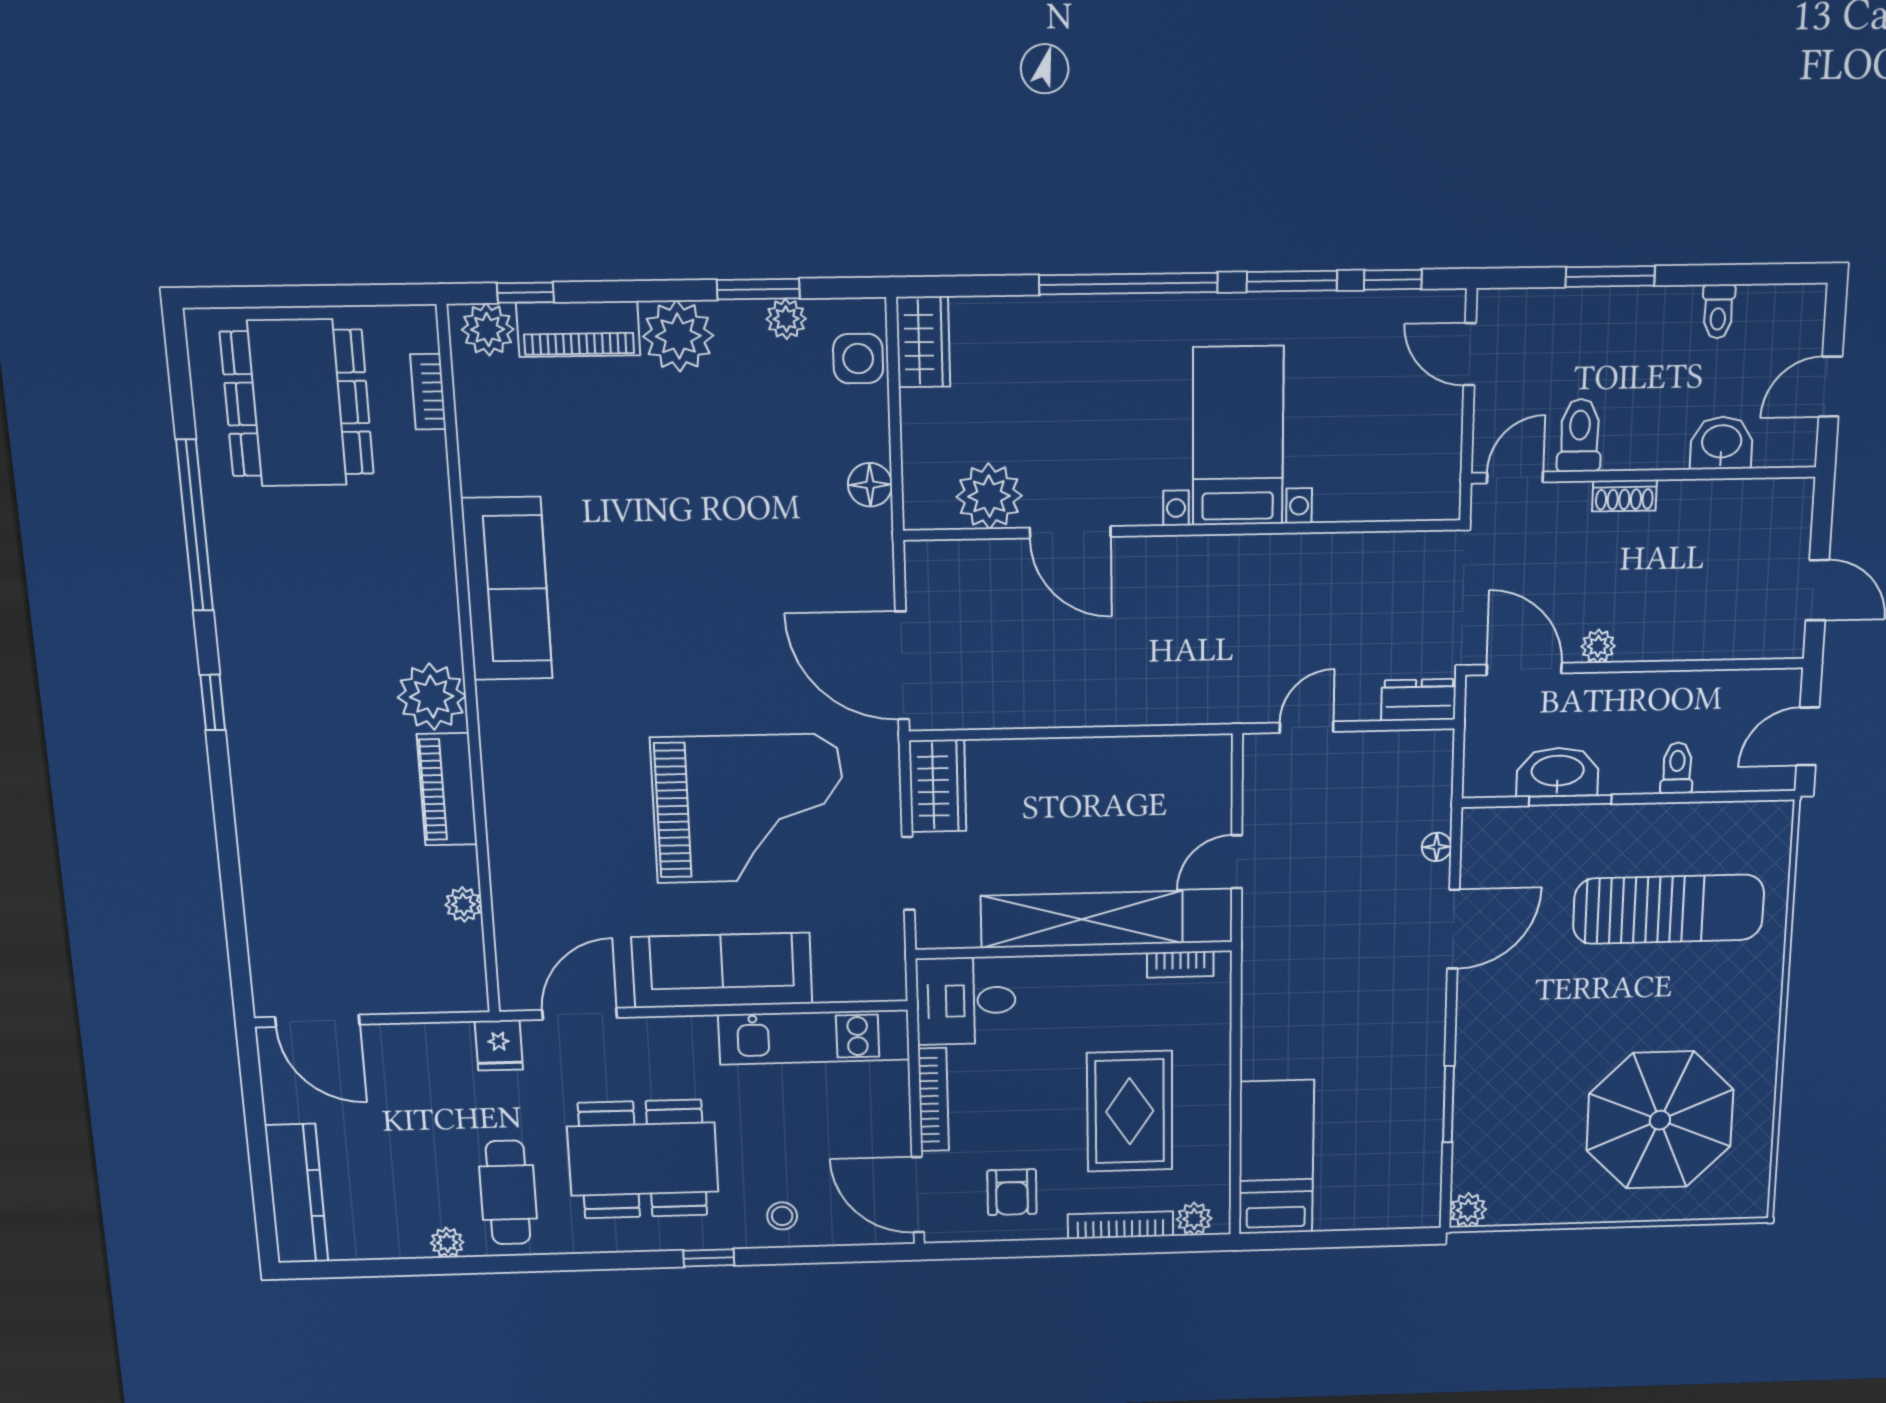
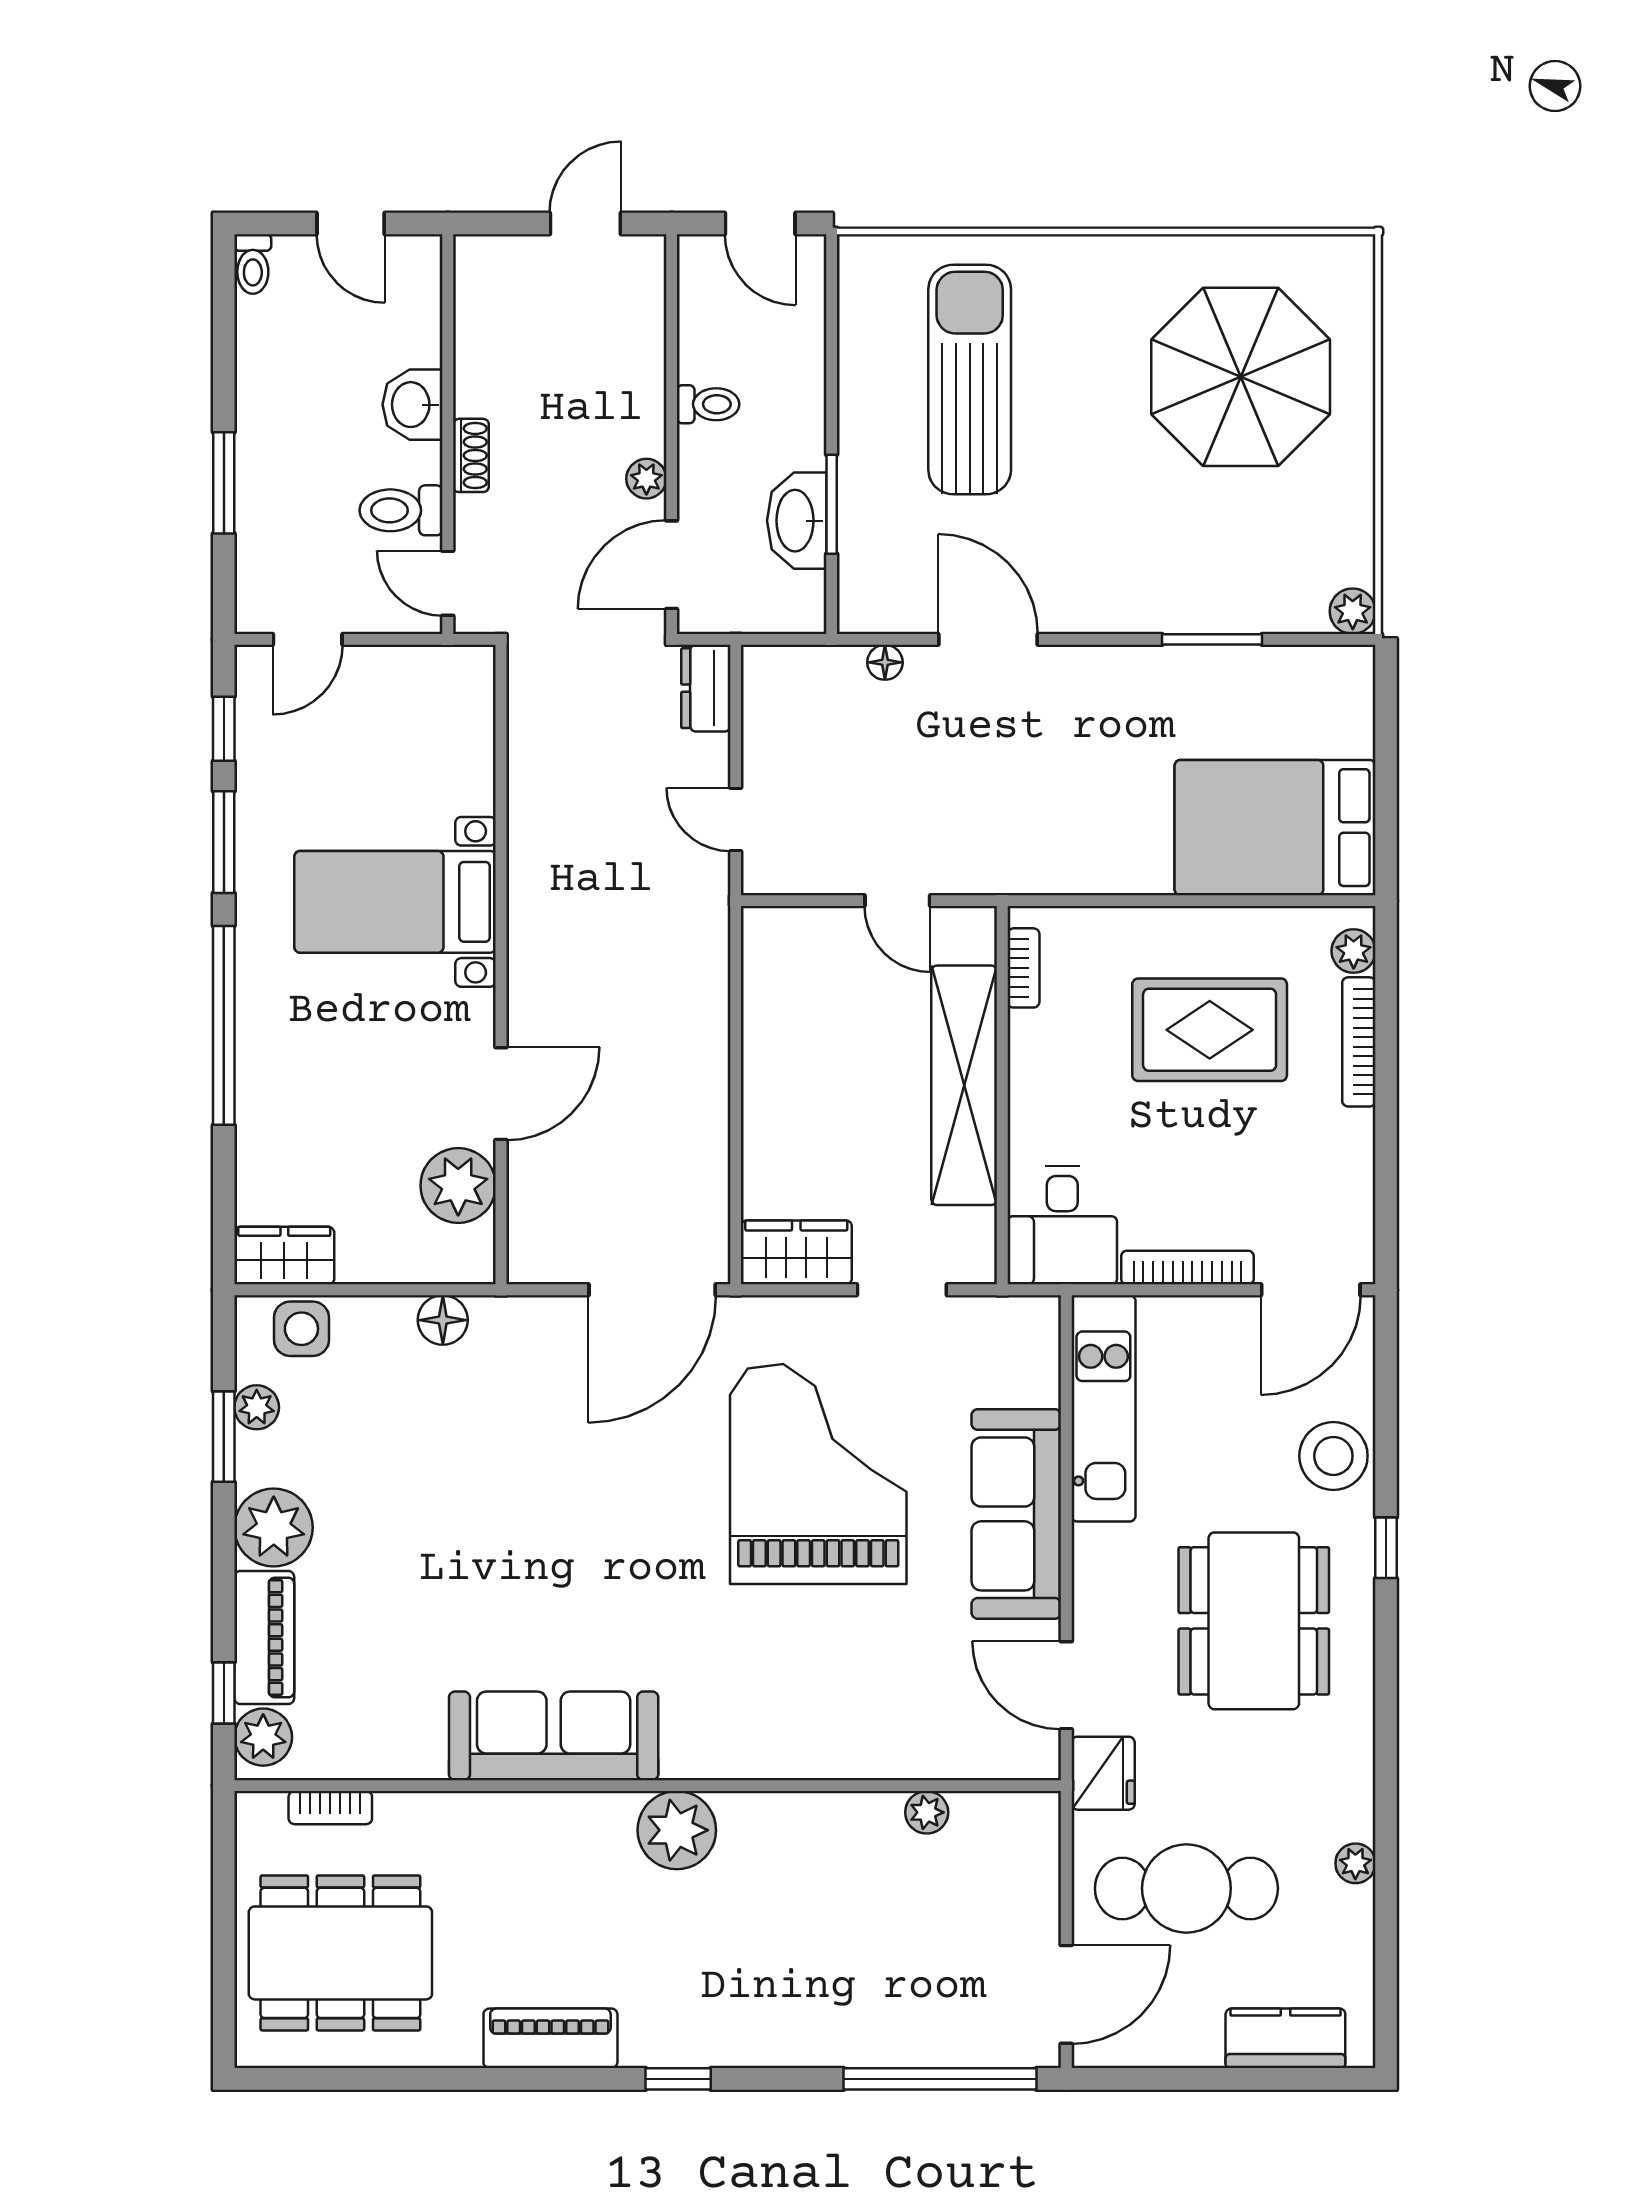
toilet: (1718, 311) -> (253, 264), moved, turned 90
washbasin: (1722, 443) -> (413, 405), moved
window: (195, 526) -> (940, 2079), moved
toilet: (1677, 768) -> (708, 404), moved, turned 180
piano: (447, 789) -> (550, 2038), moved, turned 180
fridge: (499, 1045) -> (1103, 1773), width x1.38
bed: (1276, 1157) -> (1275, 828), width x1.50
armchair: (1012, 1192) -> (1311, 1175), removed
kitchen counter: (297, 1193) -> (1285, 2038), width x0.67
cafe table: (508, 1193) -> (1186, 1888), moved, width x1.37, depth x1.35
stool: (782, 1216) -> (1333, 1456), width x1.89, depth x1.89

